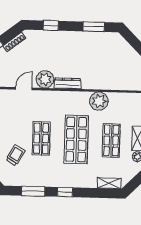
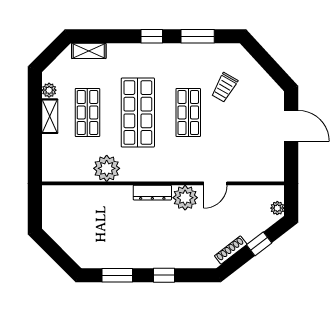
window: (51, 26) -> (164, 275), moved

